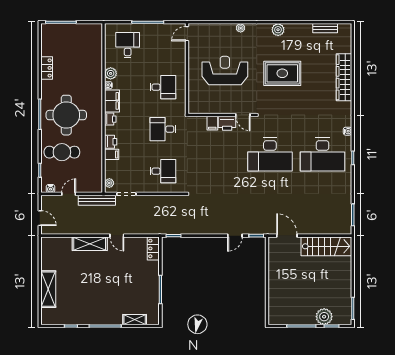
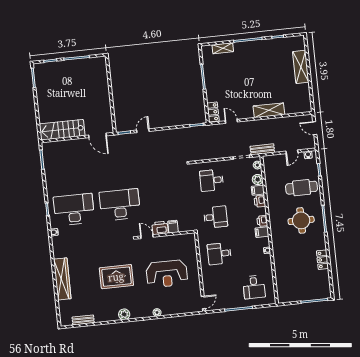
plant: (111, 73) -> (258, 179), moved
filing cabinet: (112, 101) -> (262, 232), width x0.50
round table: (66, 115) -> (301, 220), width x0.73, depth x0.73
bench: (97, 200) -> (262, 149), width x0.73
door: (117, 236) -> (231, 121), moved
plant: (324, 317) -> (58, 68), removed

